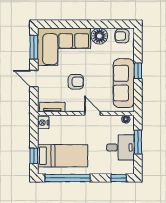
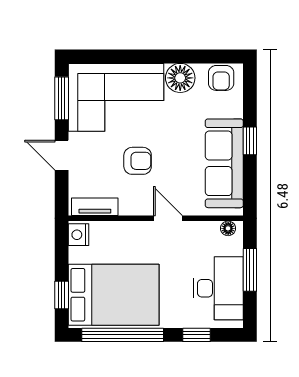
armchair: (122, 36) -> (221, 78), turned -90
desk: (120, 147) -> (218, 288), width x1.37
bed: (63, 156) -> (114, 295), width x1.50
window: (119, 178) -> (196, 335), moved

